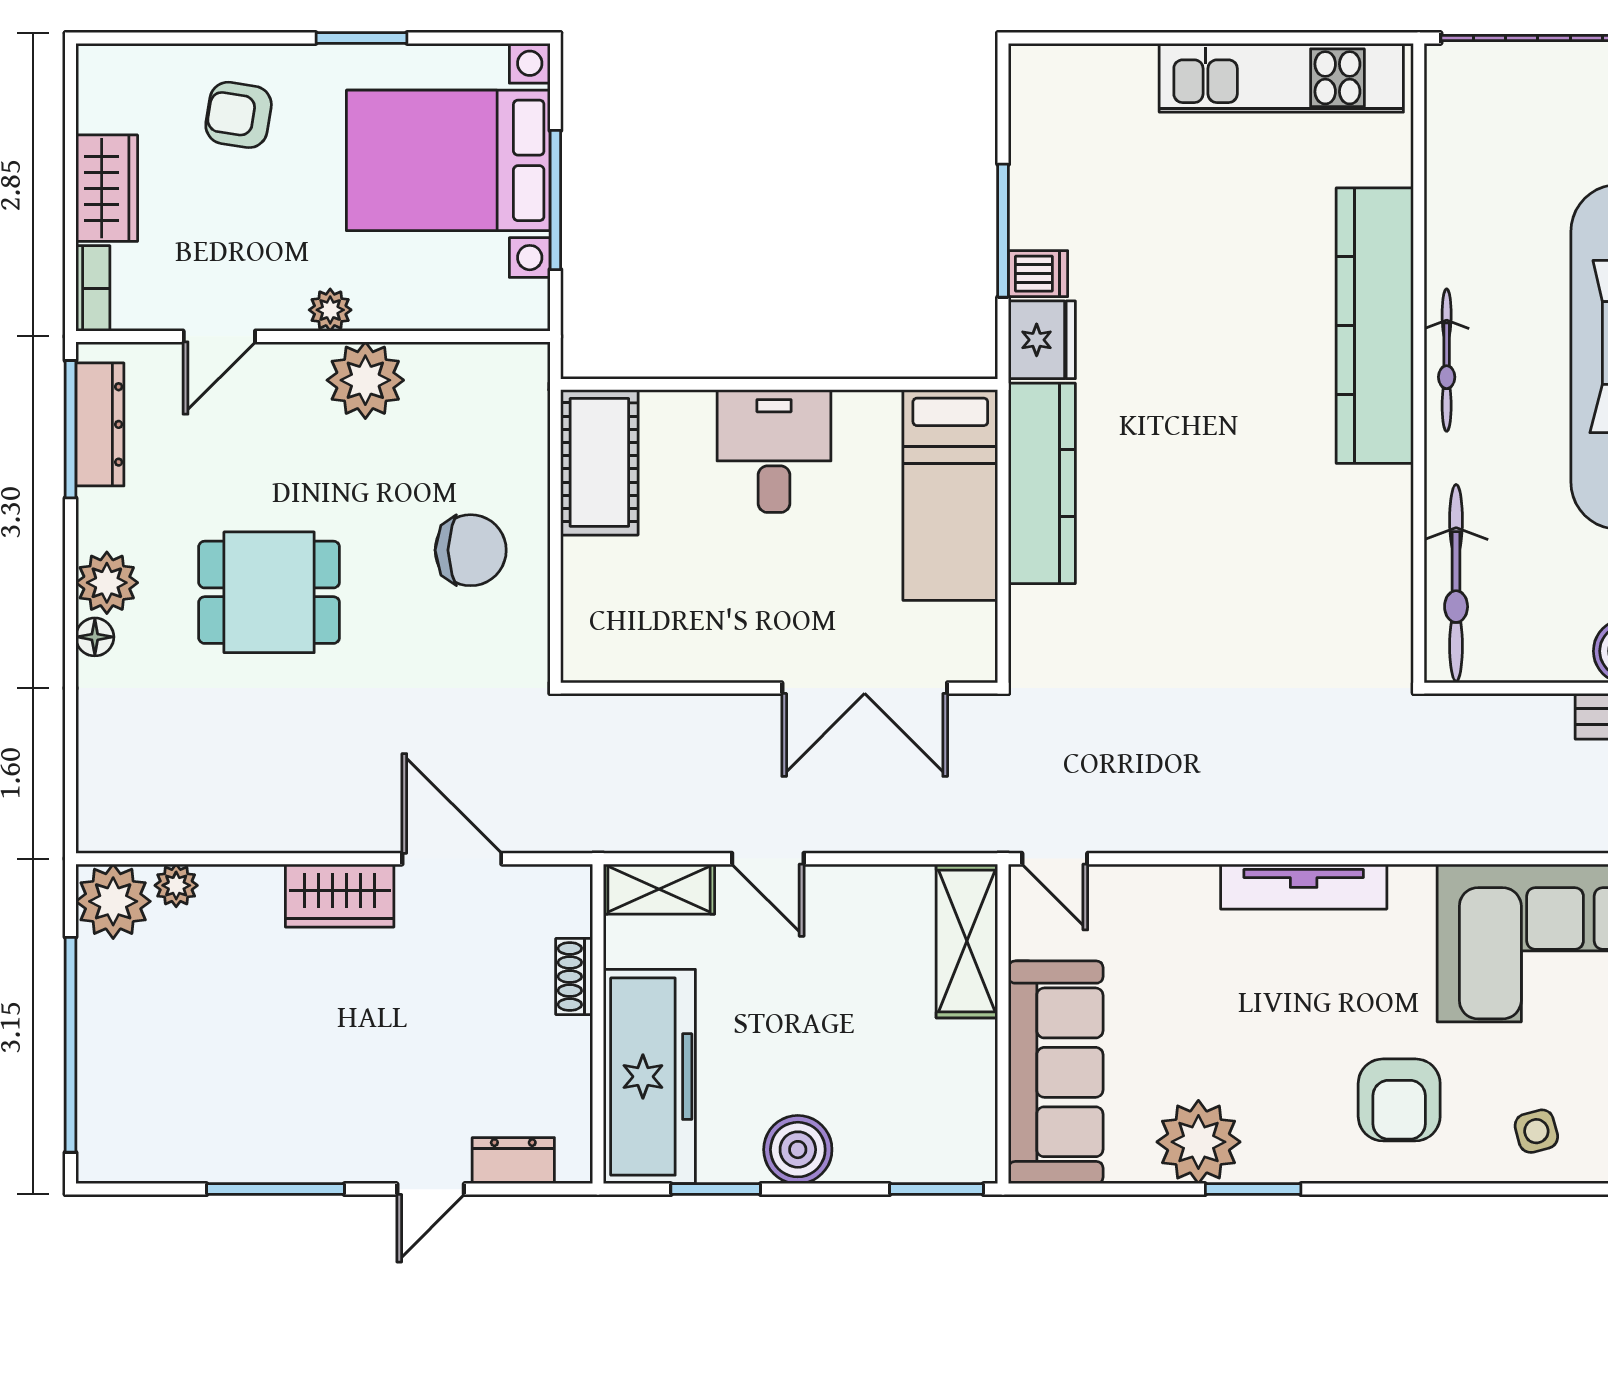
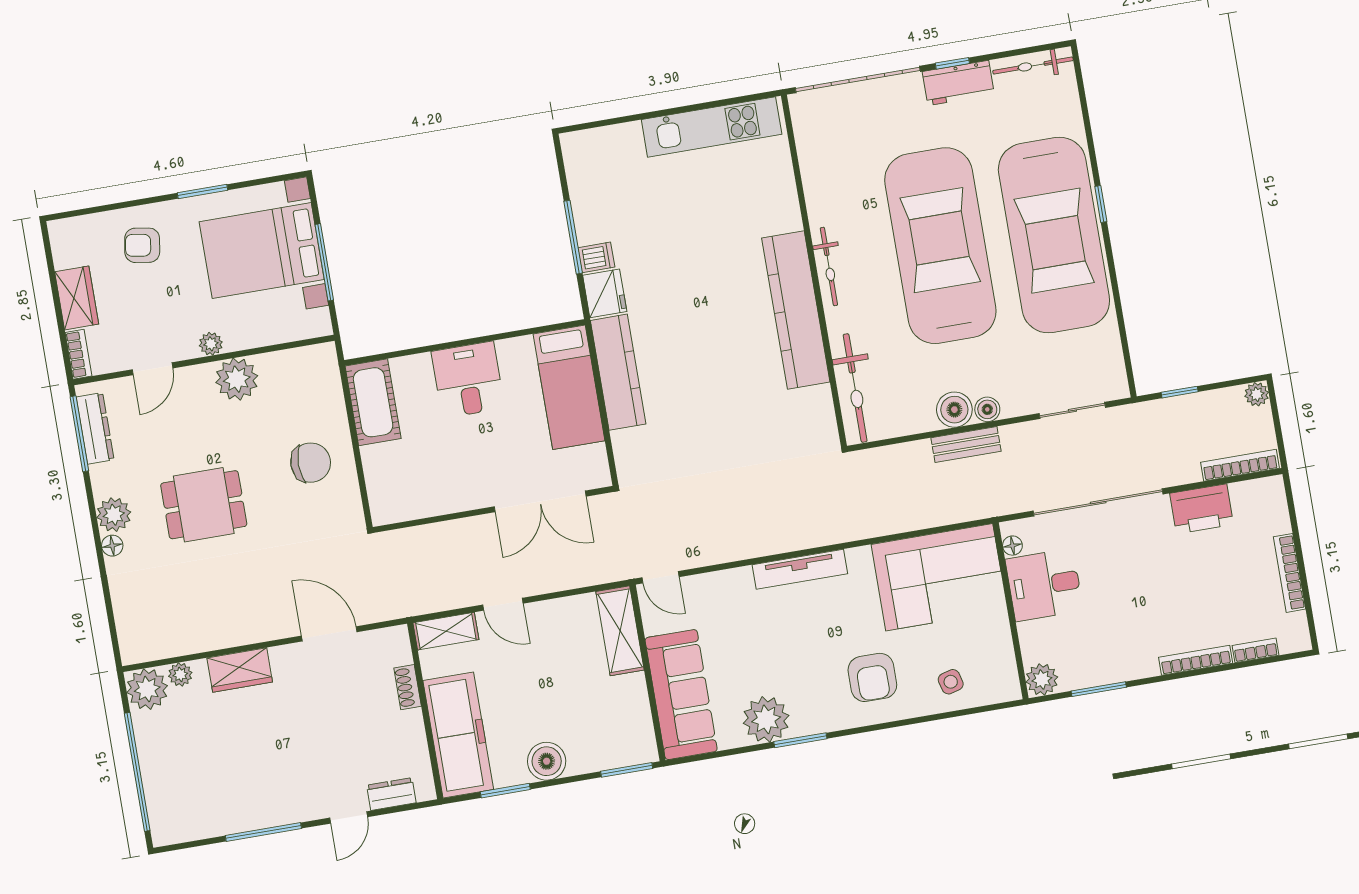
kitchen counter: (1375, 326) -> (796, 310), moved
wardrobe: (340, 896) -> (240, 670), moved

